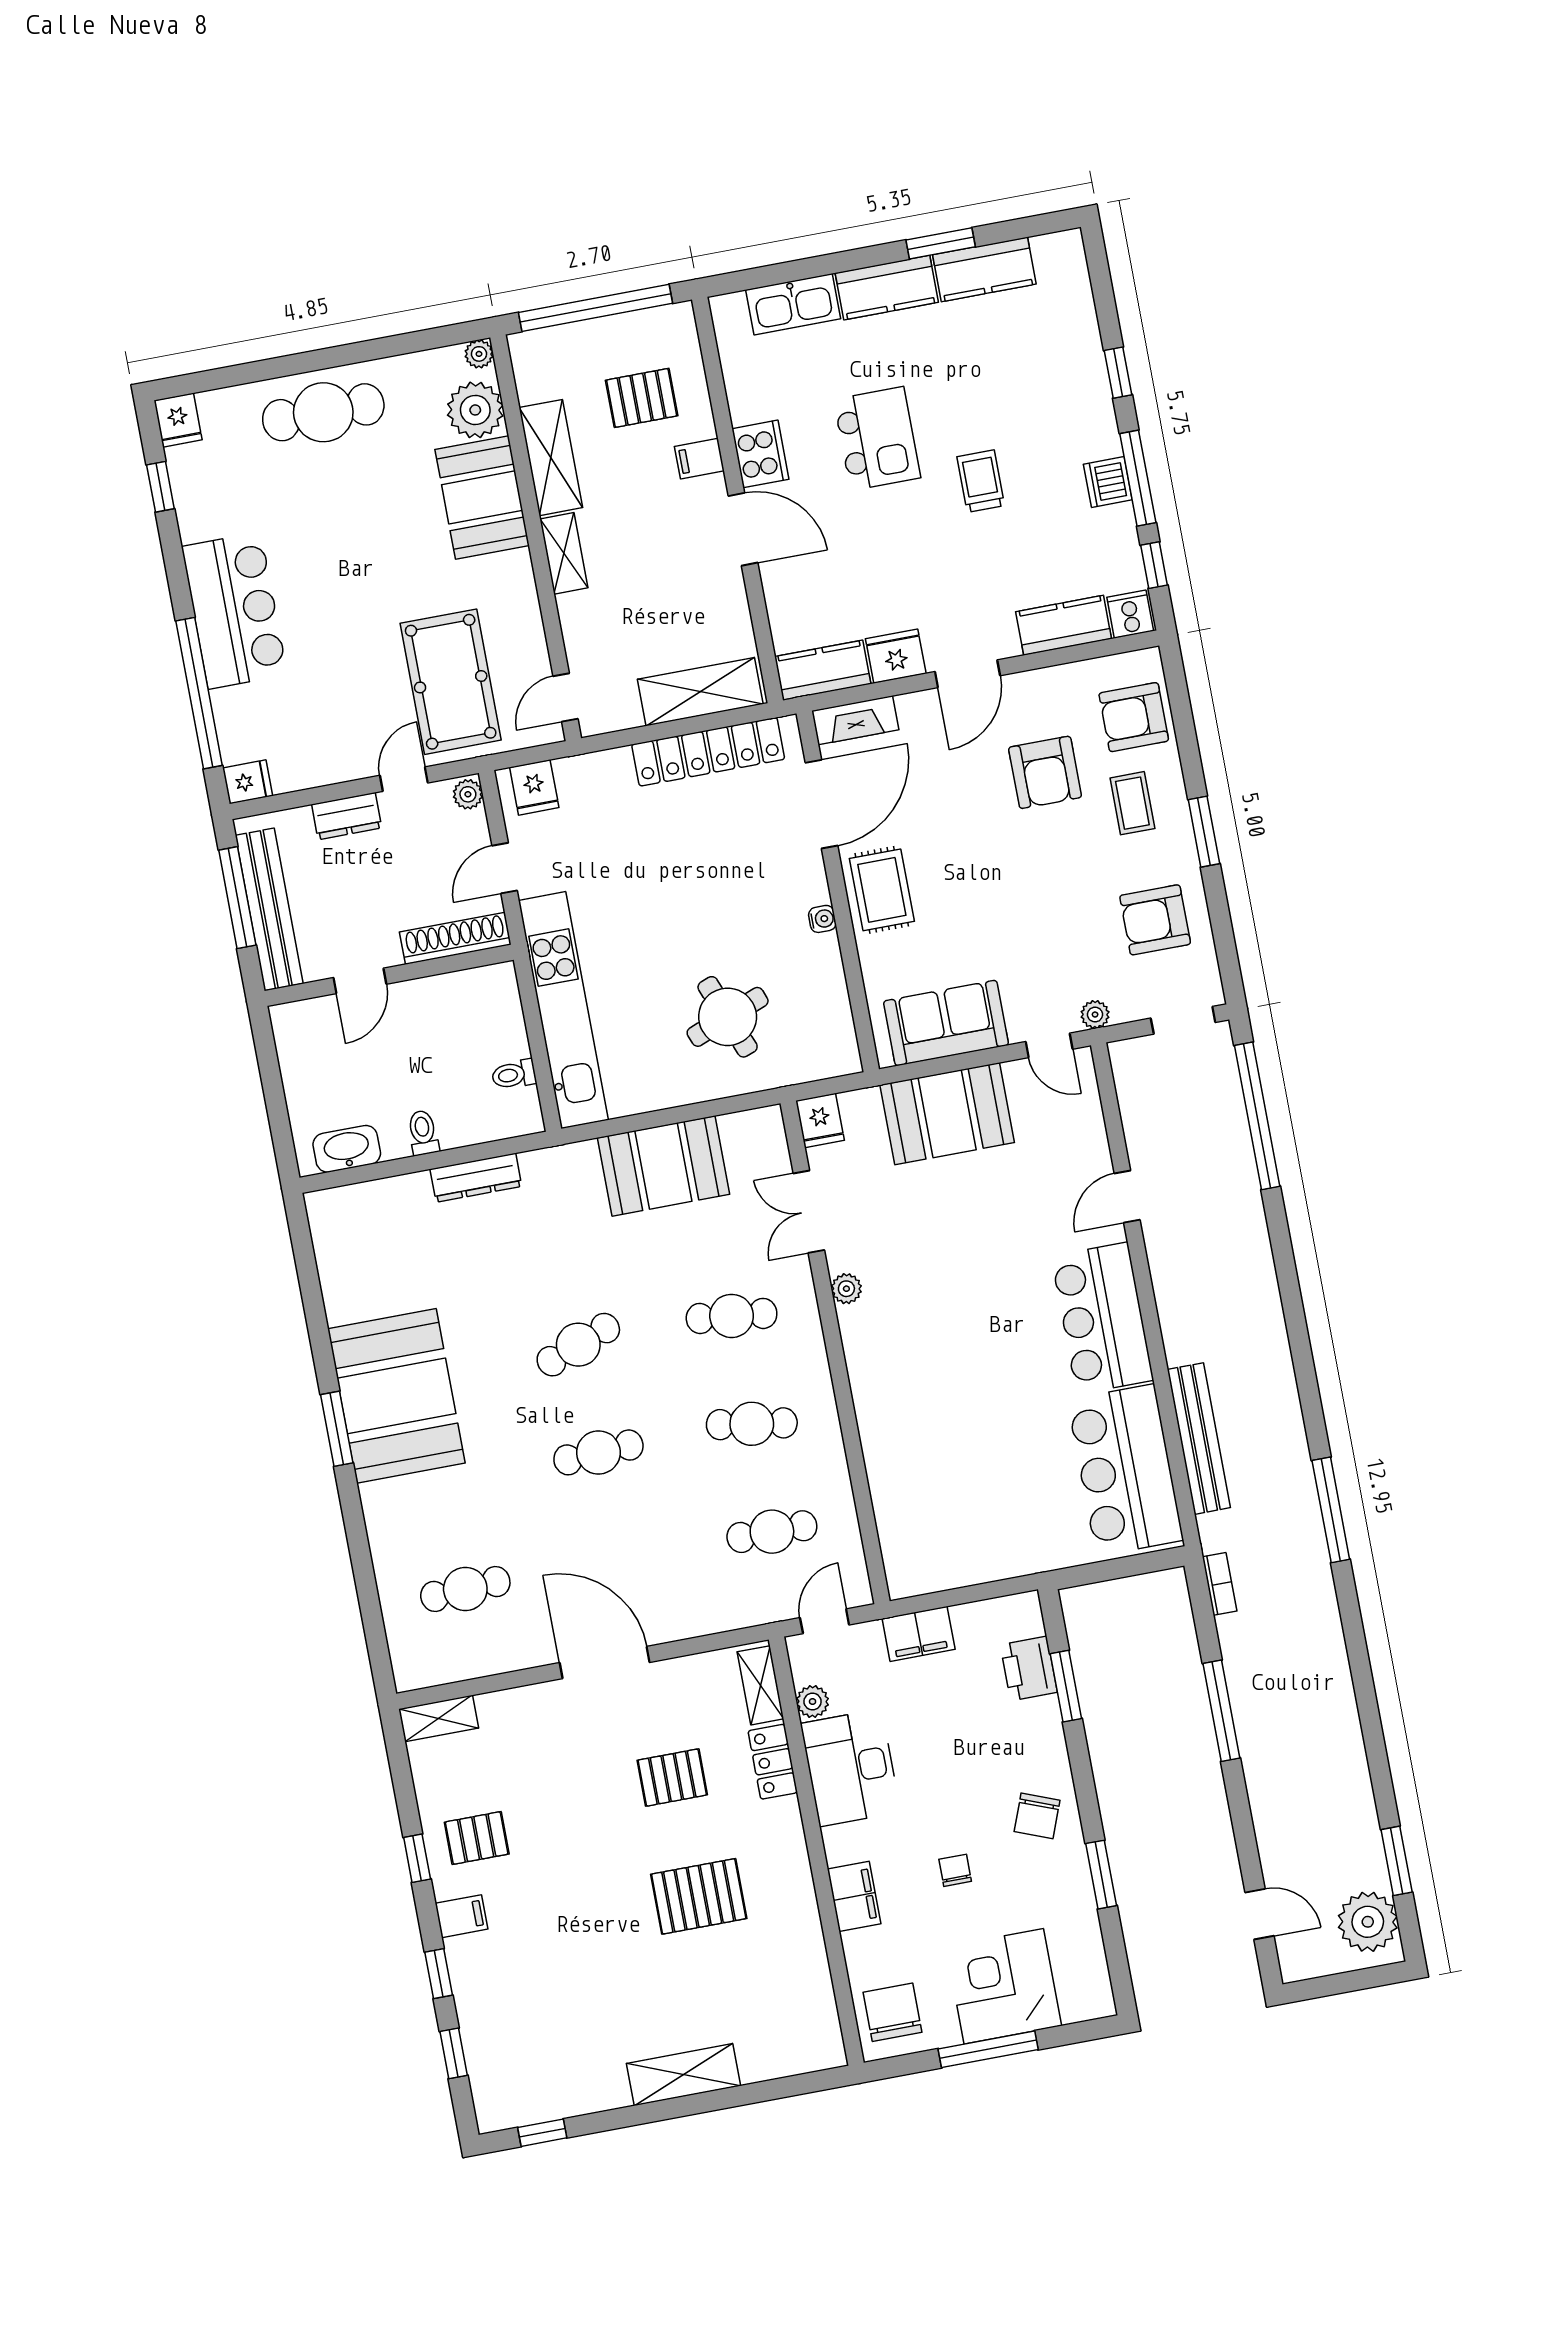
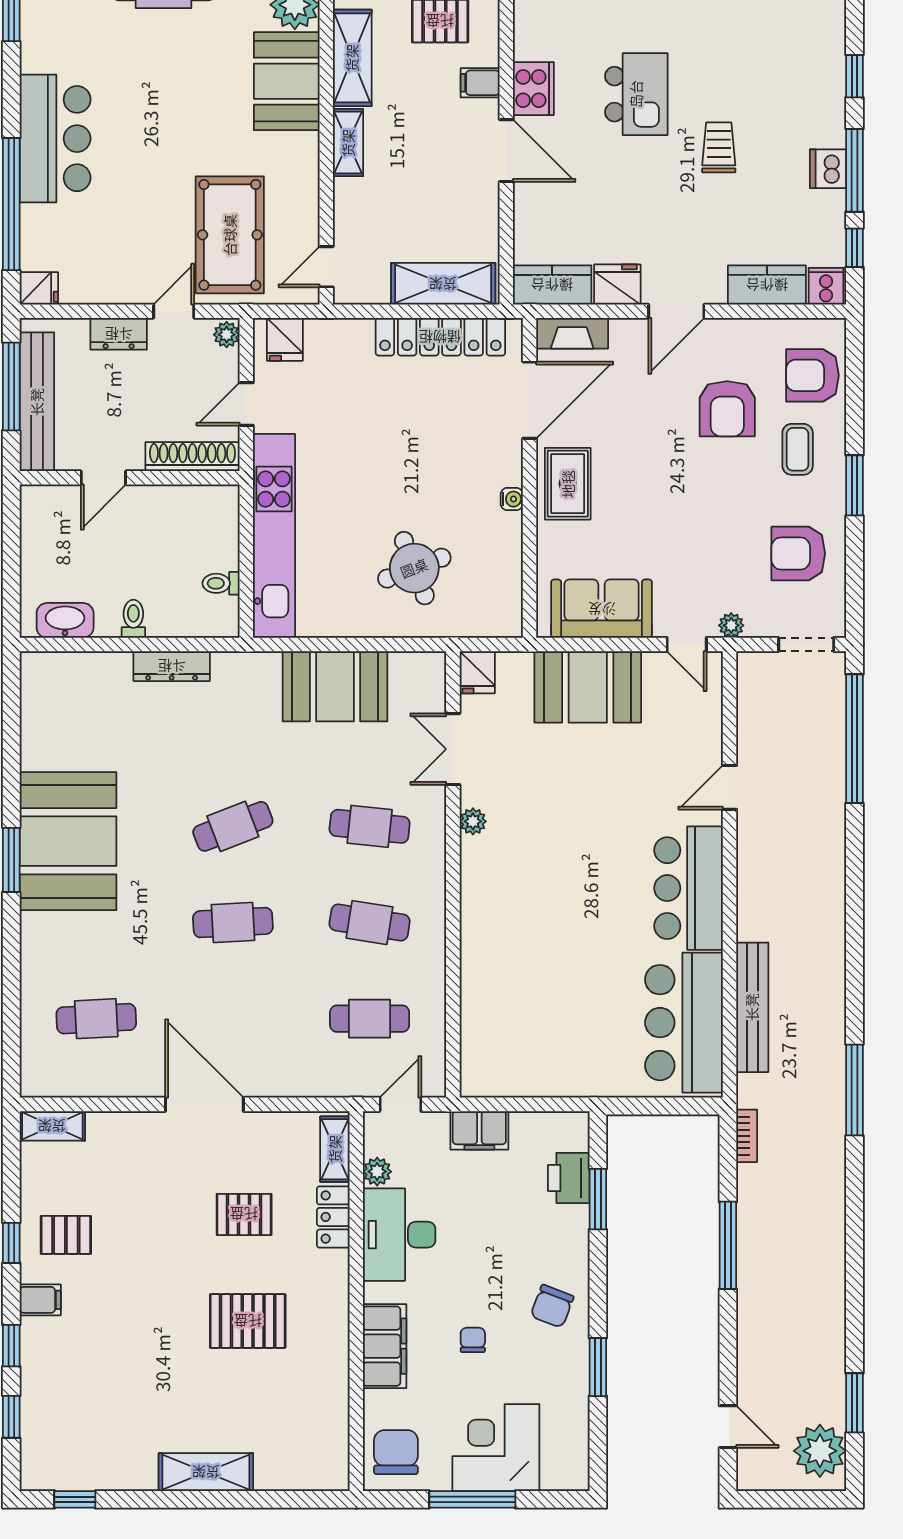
filing cabinet: (854, 1896) -> (385, 1346), width x1.50, depth x1.17

